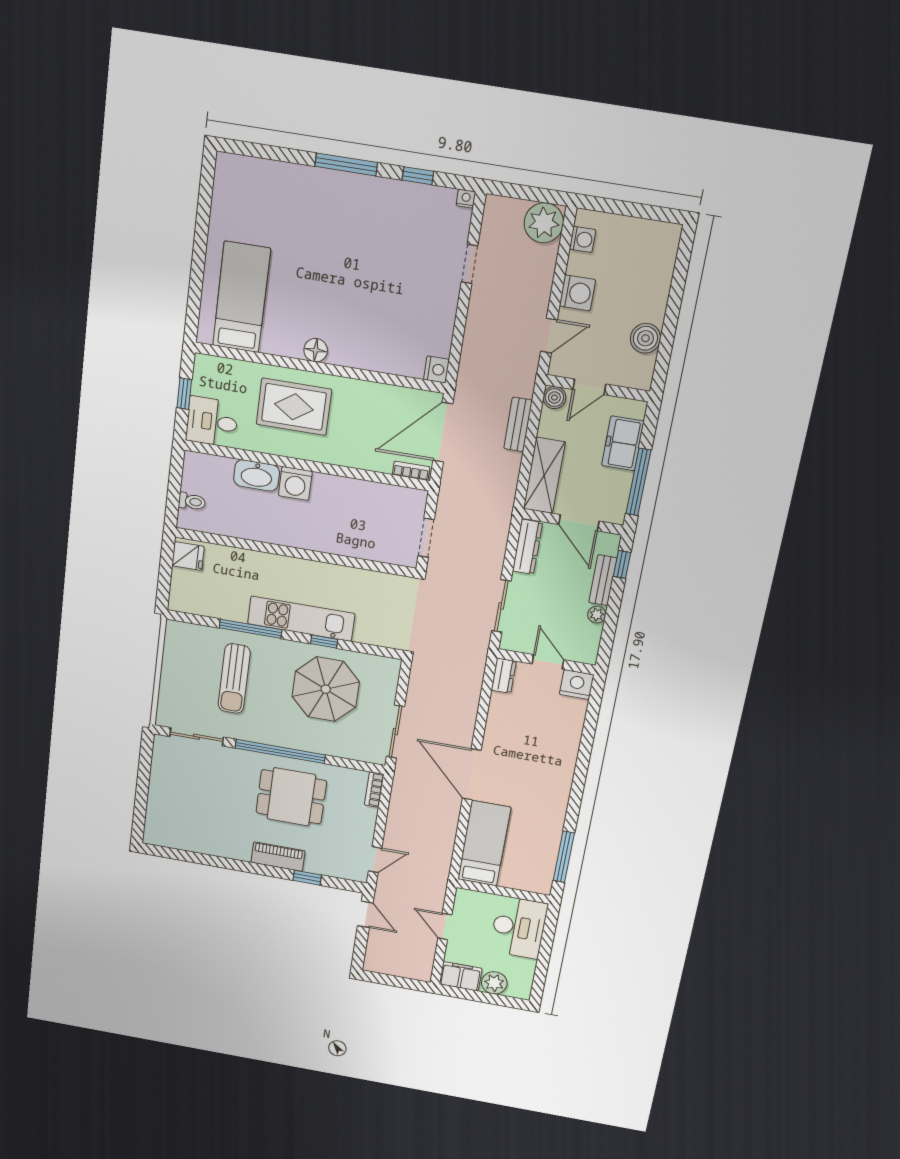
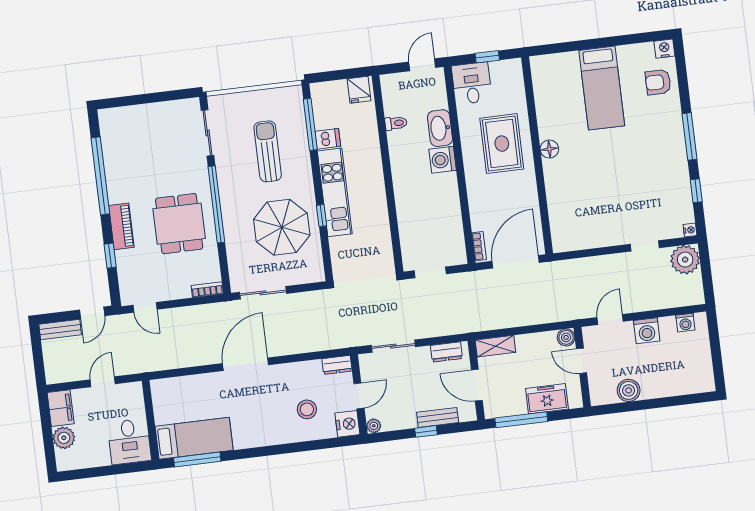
armchair: (267, 186) -> (658, 82), added
plant: (544, 223) -> (685, 260), moved
bed: (242, 297) -> (602, 88), moved, turned 90
door: (549, 336) -> (610, 319), swing flipped
nightstand: (436, 369) -> (664, 49), moved, turned 180
bench: (518, 424) -> (60, 330), moved
door: (443, 432) -> (516, 262), hinge flipped
door: (176, 474) -> (422, 65), added
shelving: (544, 475) -> (495, 346), width x0.67, depth x0.75
toilet: (192, 502) -> (396, 123), moved, turned -90
door: (579, 523) -> (477, 385), hinge flipped
dresser: (527, 547) -> (446, 352), width x0.70
window: (622, 564) -> (426, 431), moved
dishwasher: (237, 608) -> (328, 139), added
plant: (597, 615) -> (374, 426), moved
window: (251, 629) -> (310, 124), moved
sun lounger: (234, 679) -> (268, 151), turned 90
stool: (545, 724) -> (307, 409), added
bed: (484, 843) -> (194, 438), moved
window: (216, 861) -> (100, 176), added
desk: (519, 927) -> (129, 441), width x0.73

